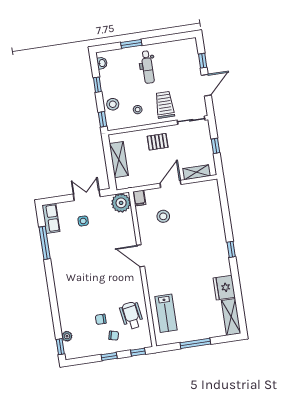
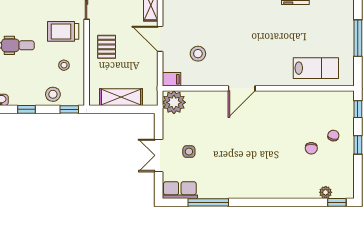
double door: (87, 195) -> (159, 155), moved
wheelchair: (132, 315) -> (312, 110), removed

